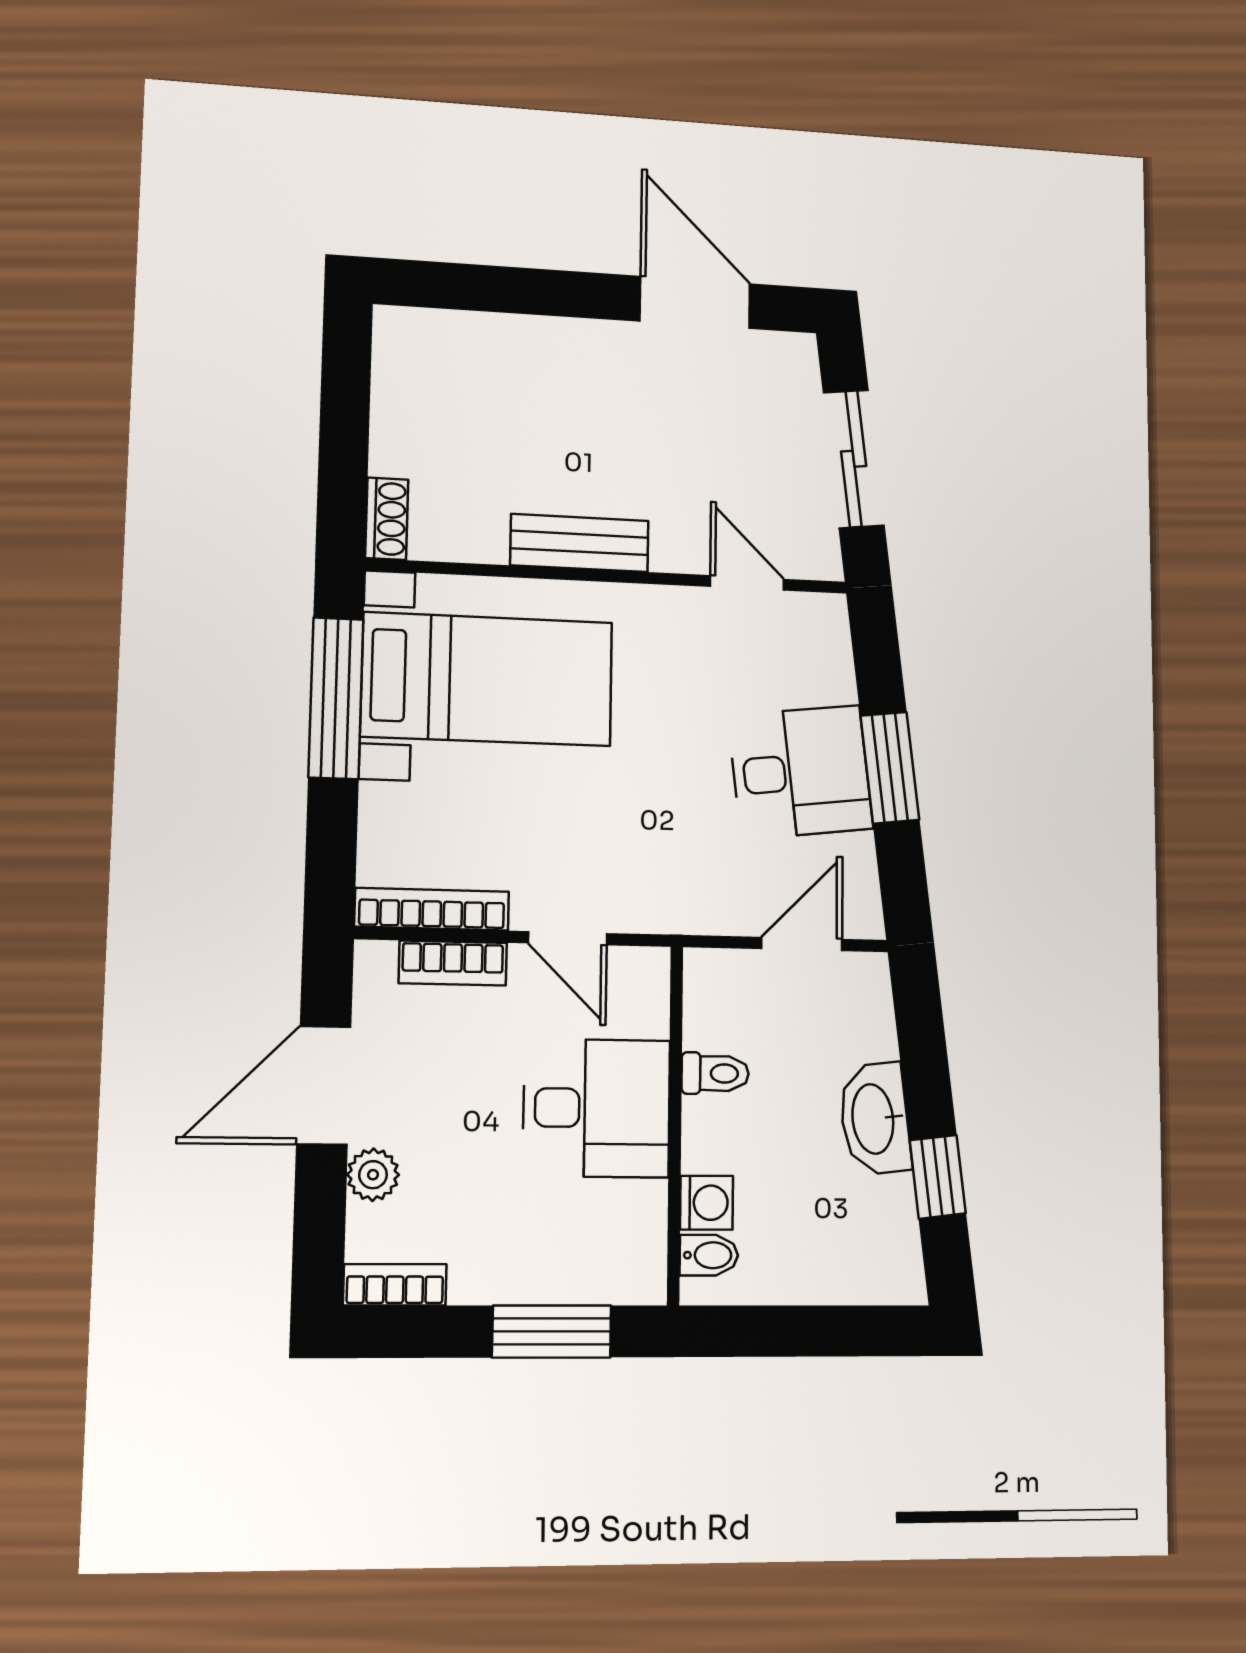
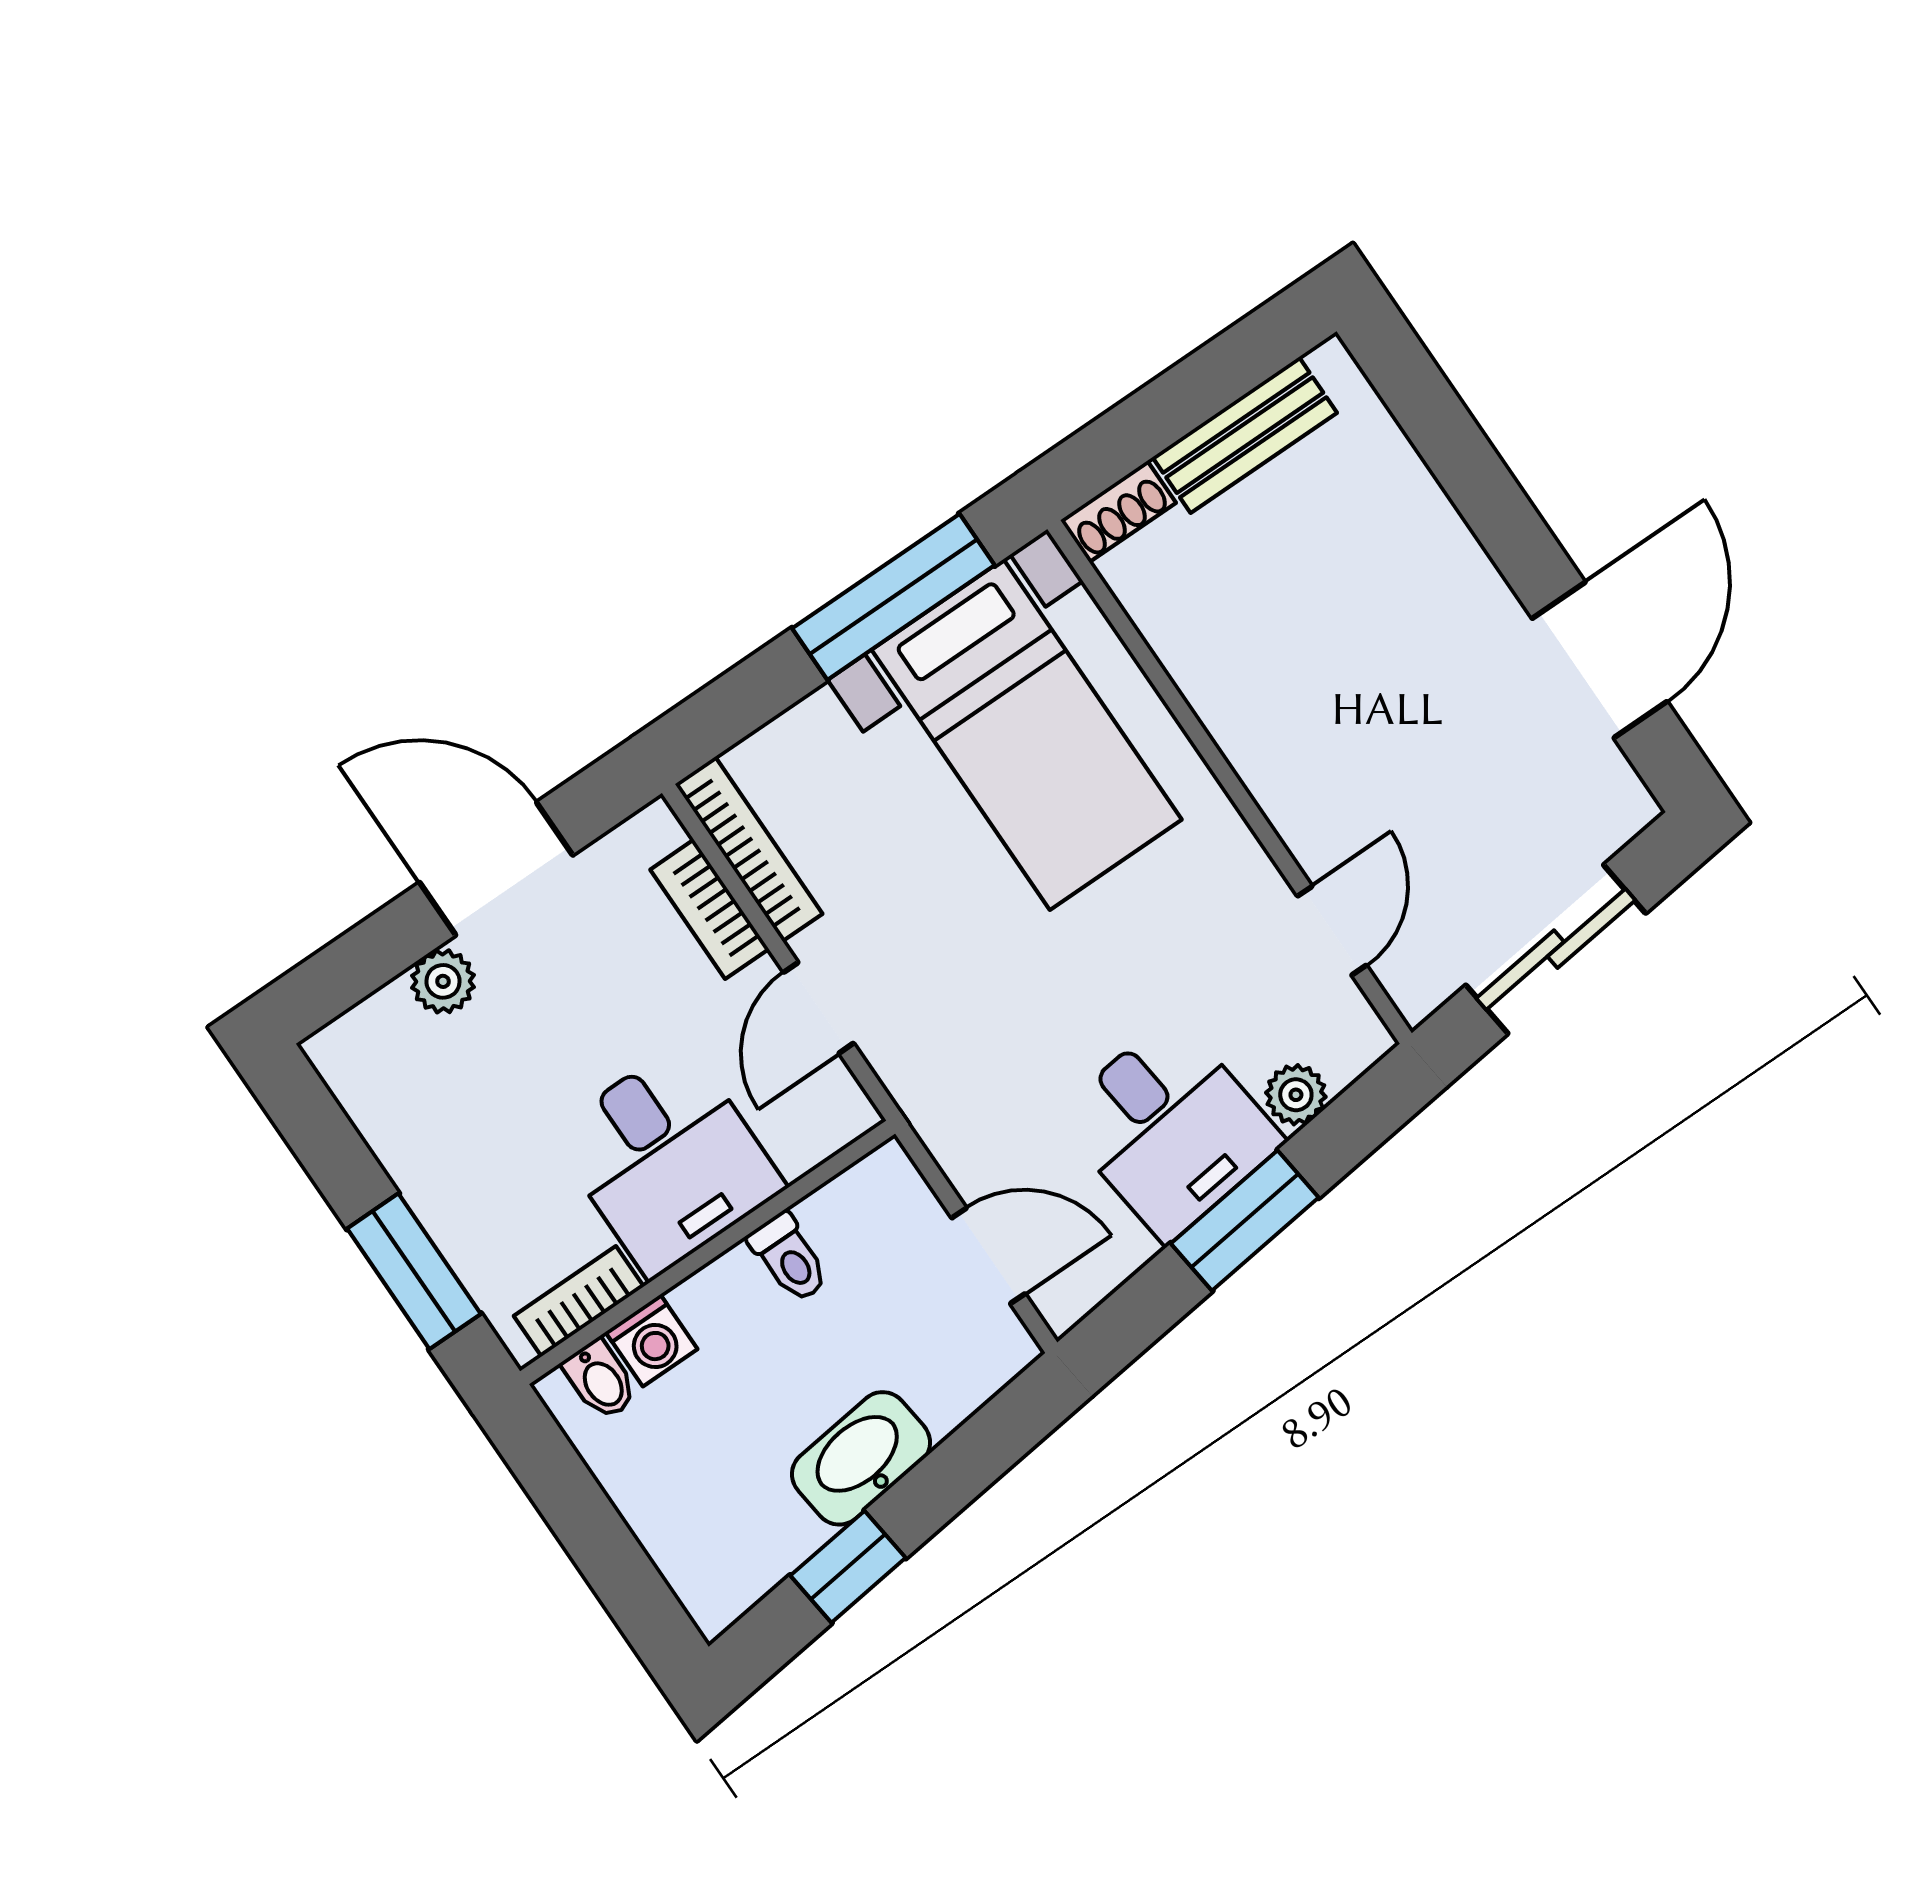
bench: (579, 543) -> (1245, 435), moved, turned 90
plant: (834, 679) -> (1296, 1095), added
bookcase: (395, 1285) -> (579, 1301), moved, turned -90

